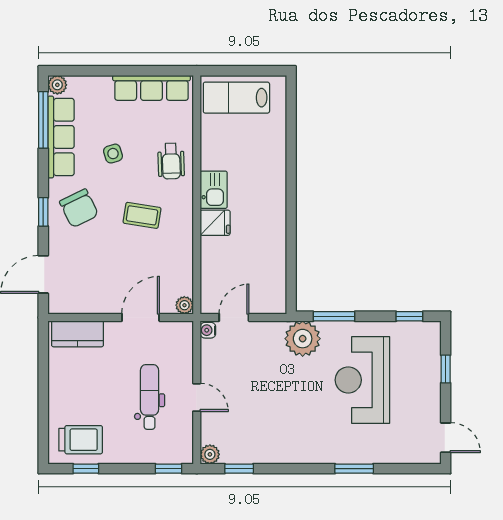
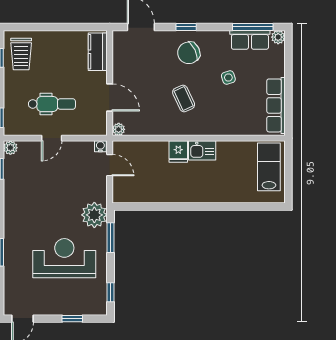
row of seats: (61, 137) -> (250, 40), width x0.68
wheelchair: (171, 161) -> (223, 120), removed
coffee table: (142, 215) -> (184, 99), turned -34

